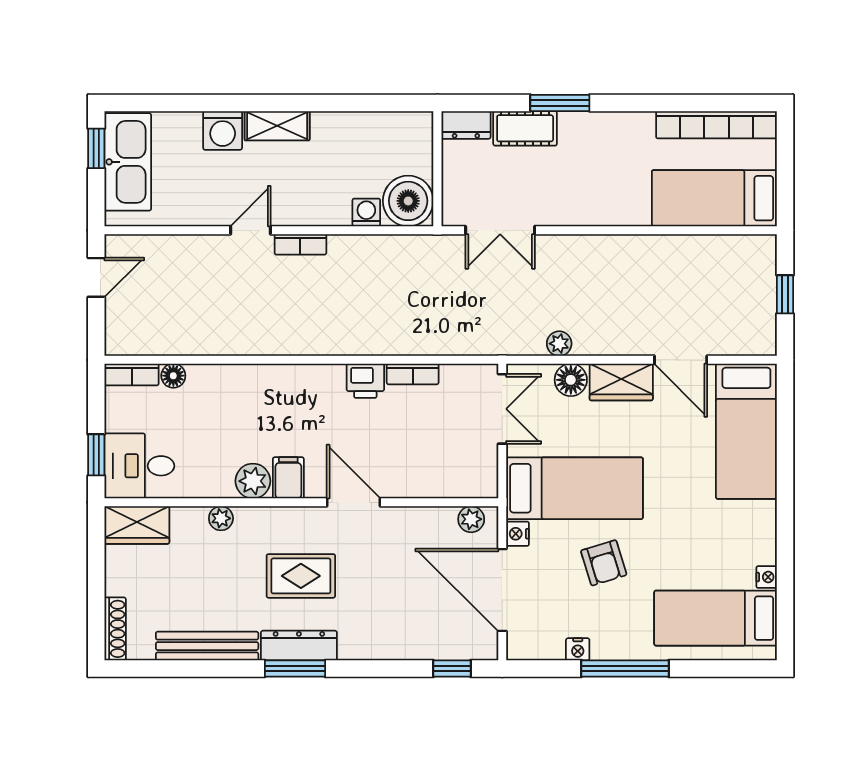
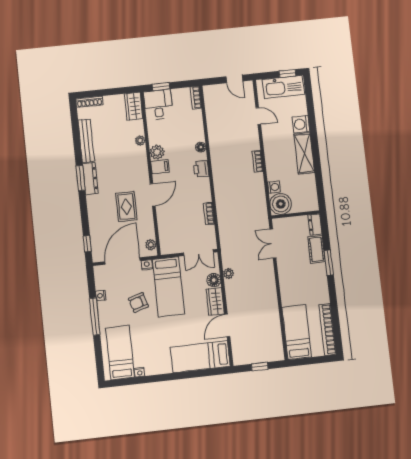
shelving: (277, 126) -> (304, 153), width x1.50, depth x1.33
door: (251, 230) -> (258, 116), moved
floor lamp: (173, 376) -> (201, 147), moved
printer: (365, 381) -> (201, 169), moved
rug: (301, 576) -> (126, 207), moved

